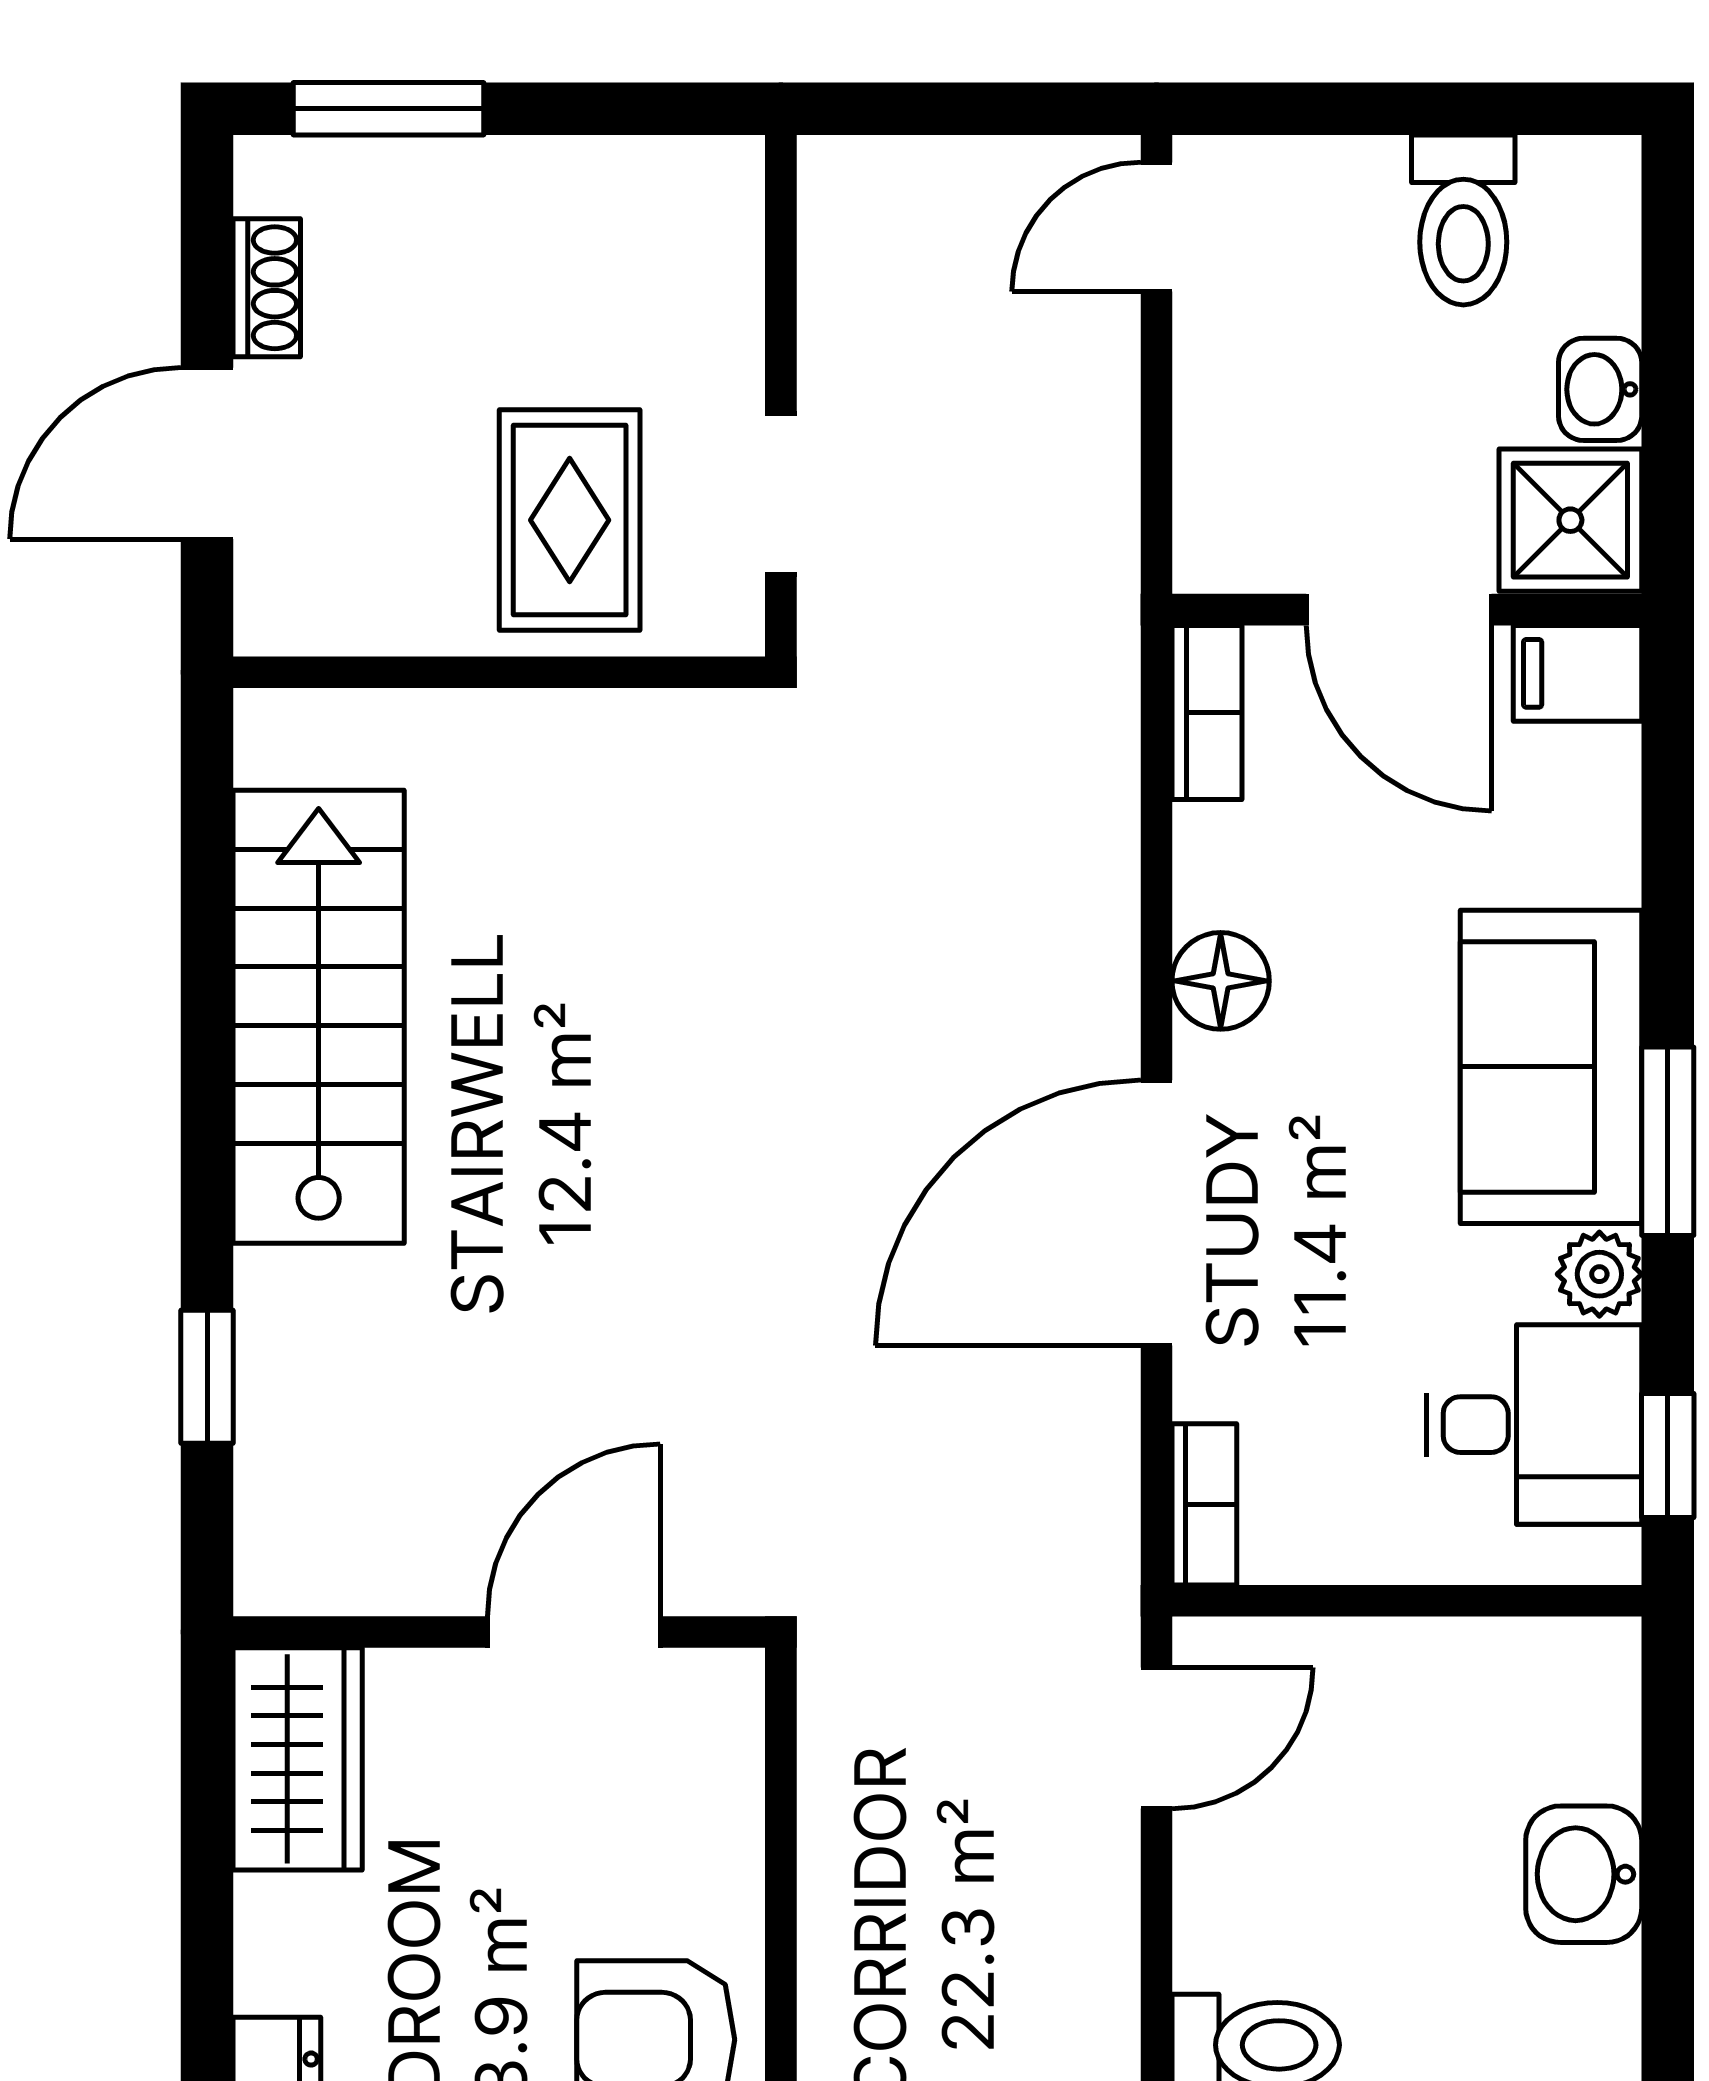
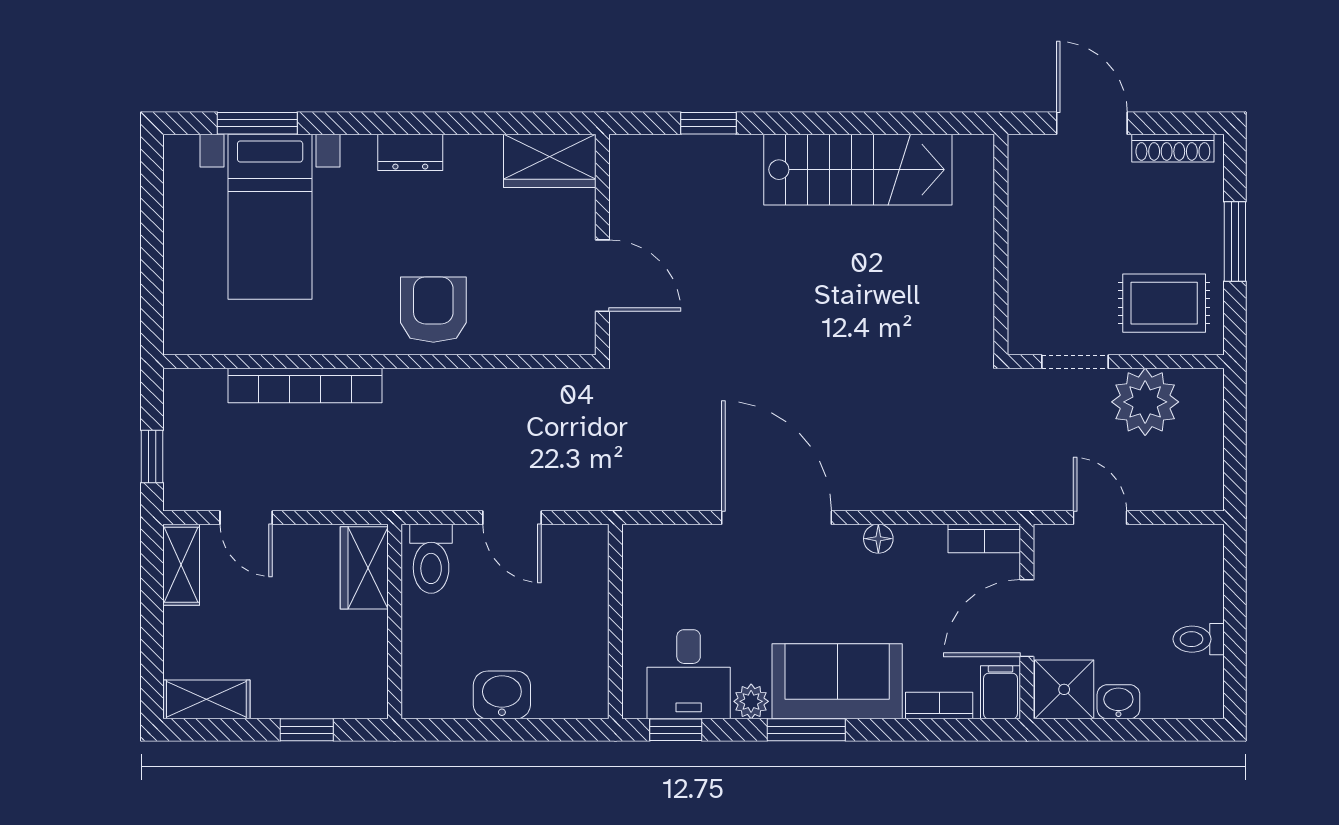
window: (389, 109) -> (1235, 242), moved
toilet: (1463, 220) -> (1199, 639), width x0.73, depth x0.72
door: (1156, 227) -> (1100, 518), moved
shoe rack: (267, 288) -> (1173, 148), width x1.43
plant: (878, 325) -> (1145, 402), added
rug: (570, 520) -> (1164, 303), moved
floor lamp: (1221, 981) -> (878, 539), width x0.73, depth x0.73
bookcase: (1204, 1504) -> (939, 706), moved, turned 180
door: (1156, 1738) -> (512, 518), moved

